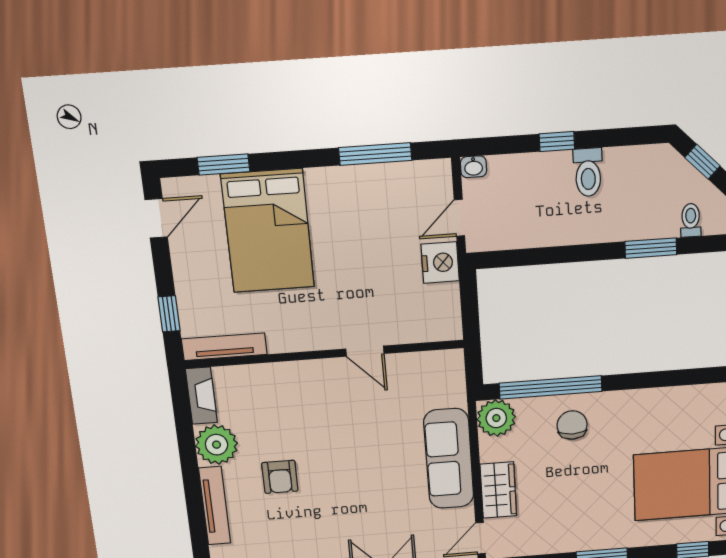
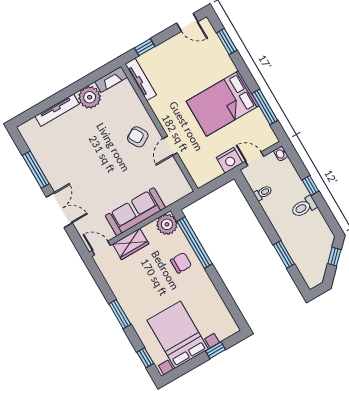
toilet: (691, 220) -> (263, 193), moved
bed: (268, 231) -> (223, 103), moved
armchair: (280, 477) -> (138, 137), moved, turned 60

